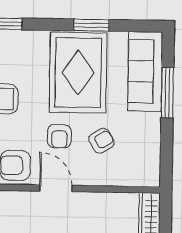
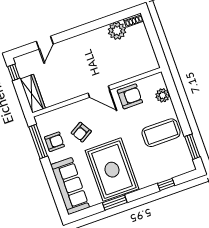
window: (167, 93) -> (38, 141), moved
armchair: (59, 136) -> (54, 142), moved, turned 90

